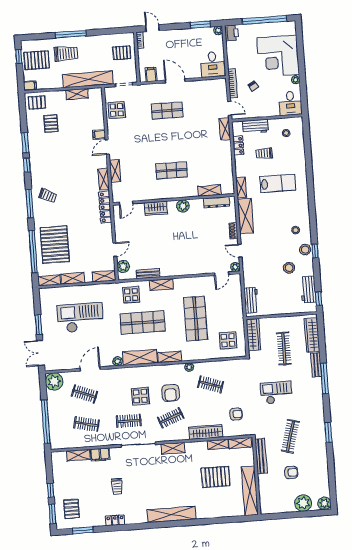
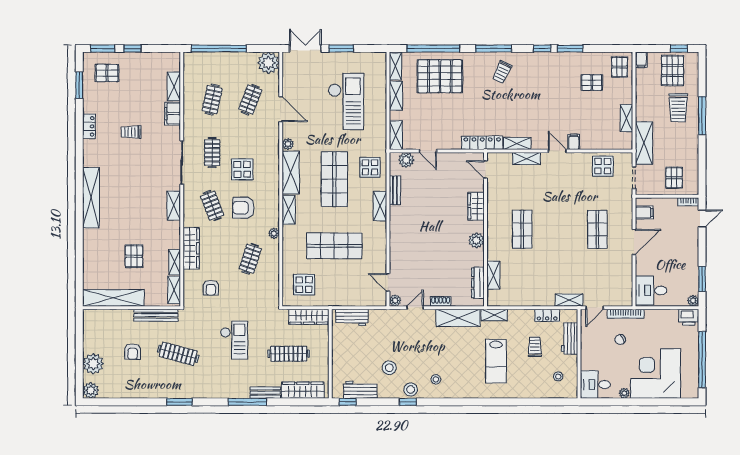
shelving: (88, 79) -> (644, 143), width x0.68
pallet: (215, 477) -> (134, 256), width x0.67, depth x0.71

